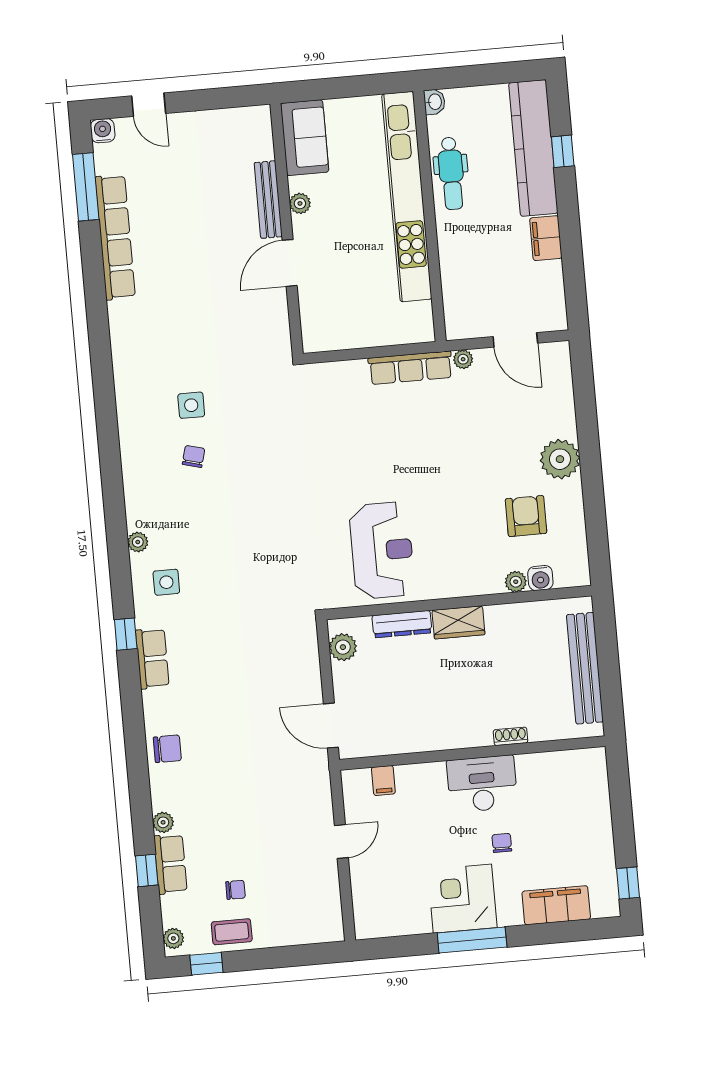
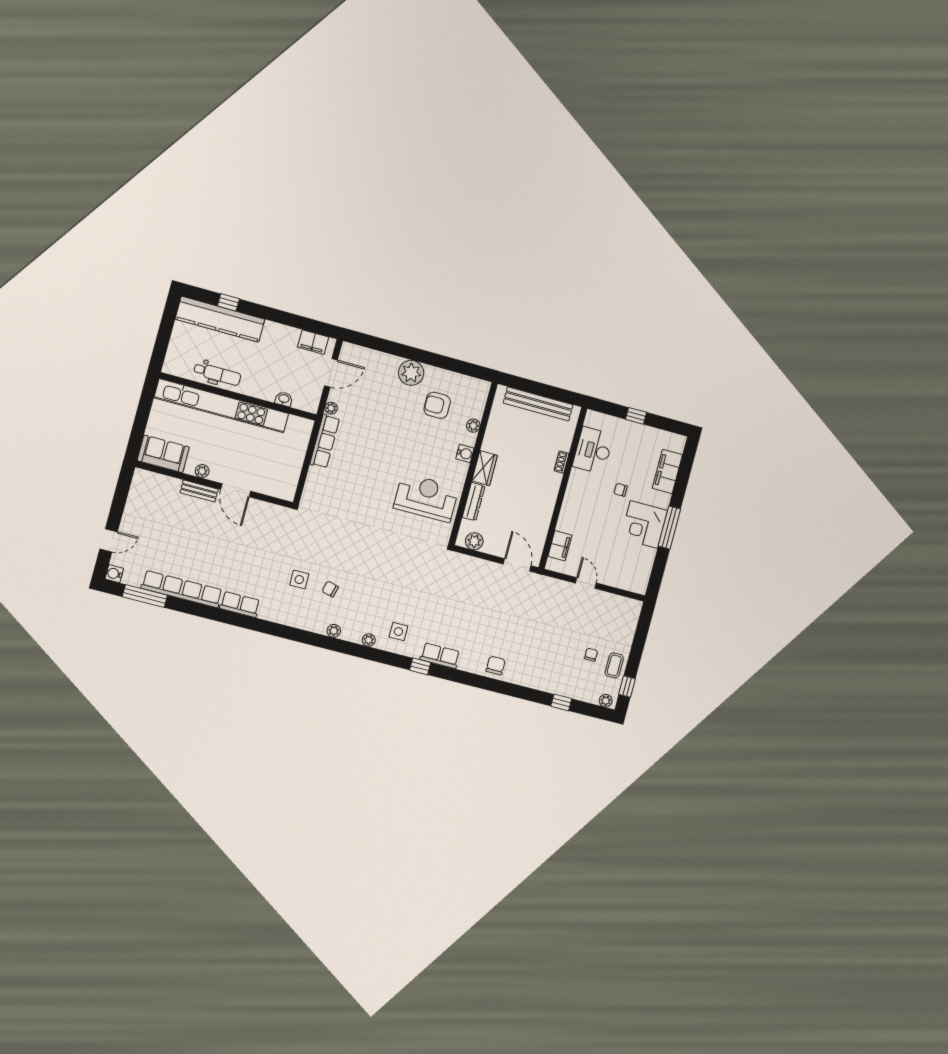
washbasin: (434, 102) -> (284, 399), moved
bench: (268, 200) -> (199, 491), width x0.73
filing cabinet: (546, 238) -> (313, 342), moved
water cooler: (540, 578) -> (465, 454), moved
door: (331, 726) -> (517, 565), swing flipped
filing cabinet: (383, 780) -> (560, 546), width x2.00
desk: (482, 784) -> (593, 450), moved
plant: (163, 822) -> (334, 631), moved
row of seats: (171, 864) -> (240, 604), moved
window: (628, 883) -> (636, 416), moved

